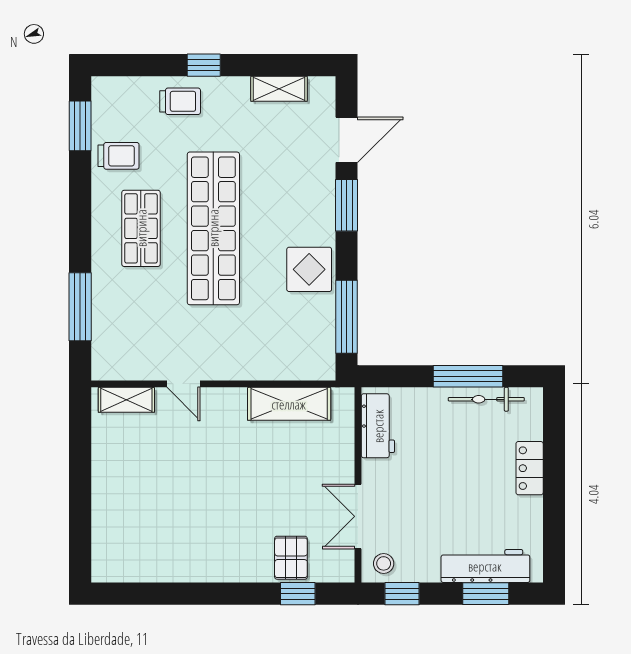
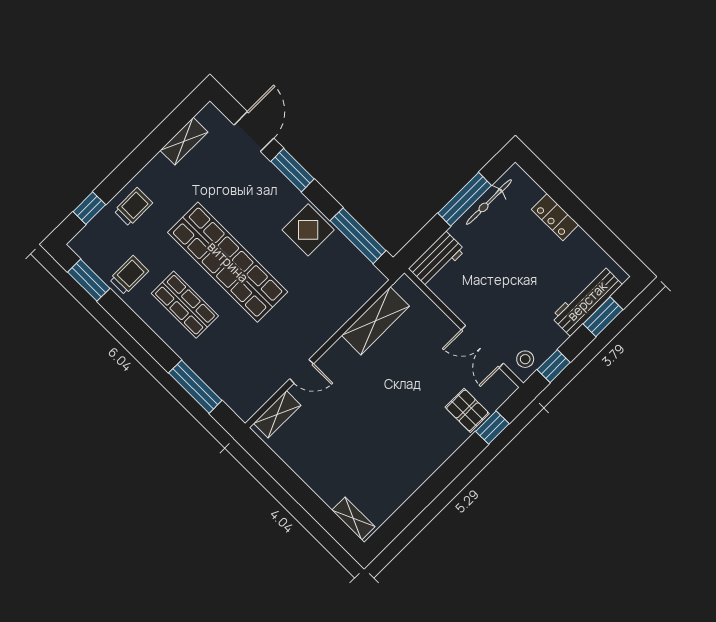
window: (204, 65) -> (89, 208), moved
workbench: (378, 426) -> (437, 259), moved, turned 90
shelving: (102, 553) -> (353, 518), added

